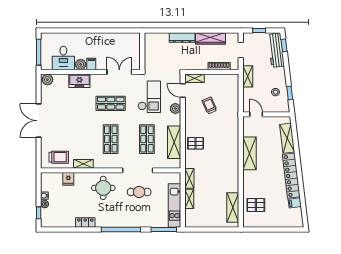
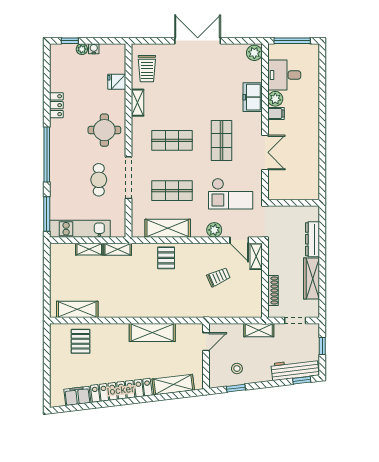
wall: (142, 51) -> (294, 203), moved
door: (183, 90) -> (239, 240), swing flipped
filing cabinet: (295, 203) -> (77, 396), width x2.00

